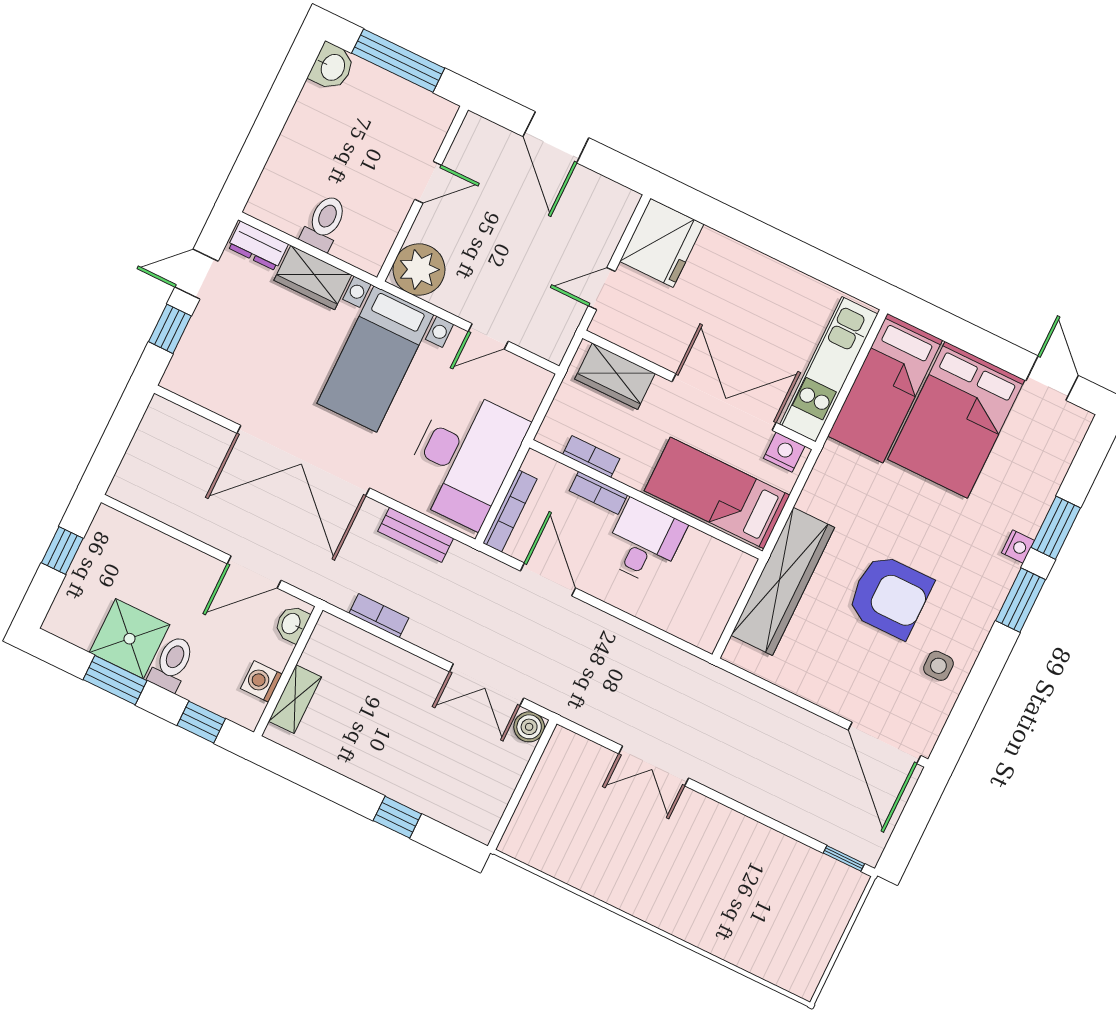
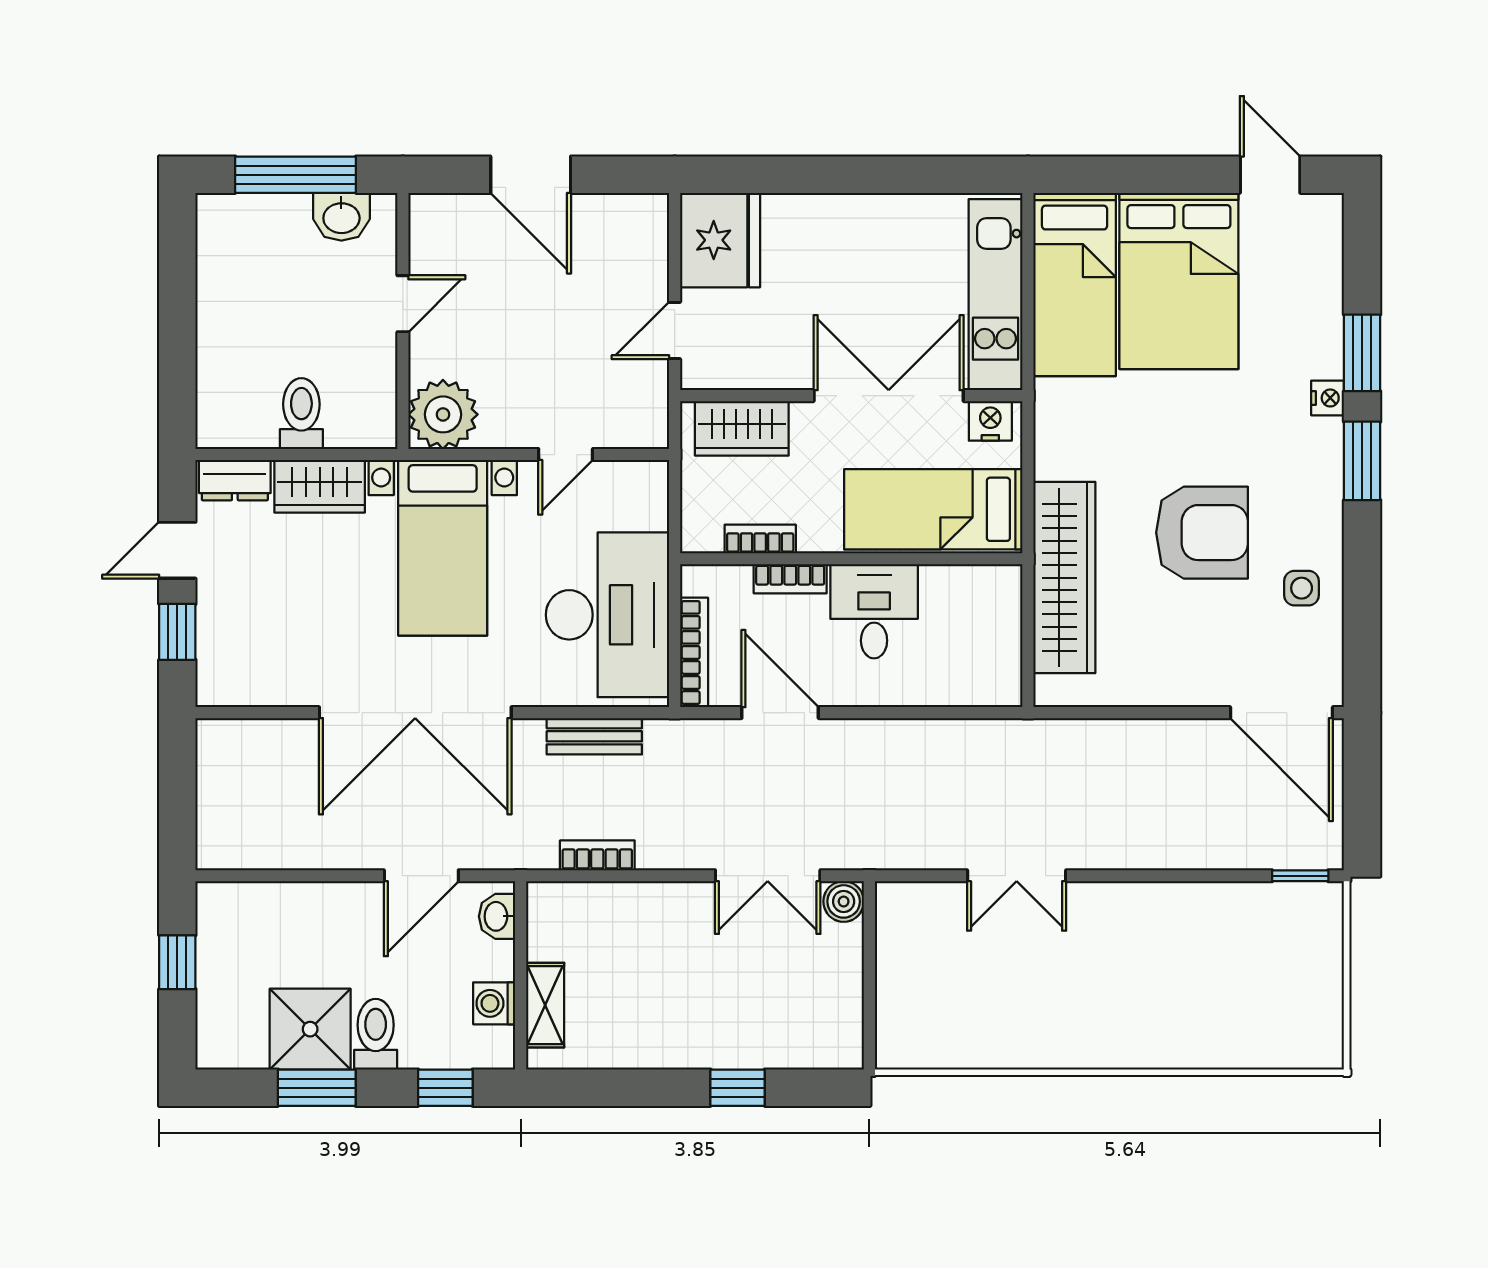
washbasin: (332, 67) -> (341, 217), moved, turned 90

